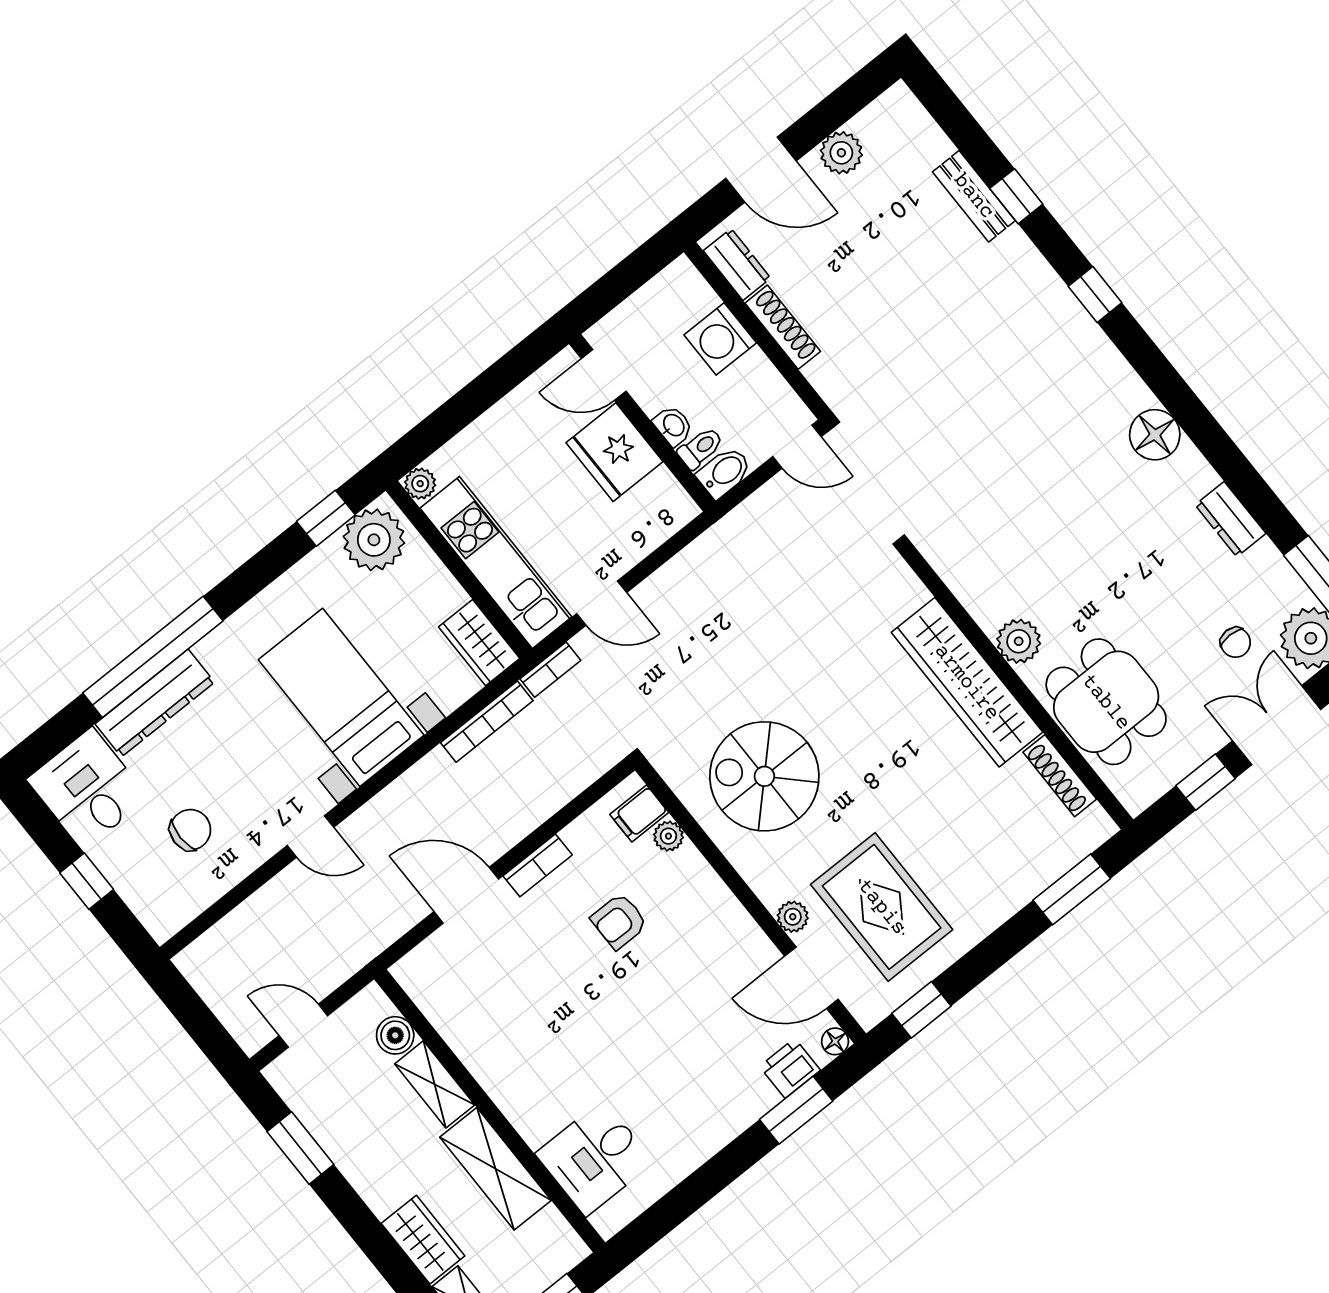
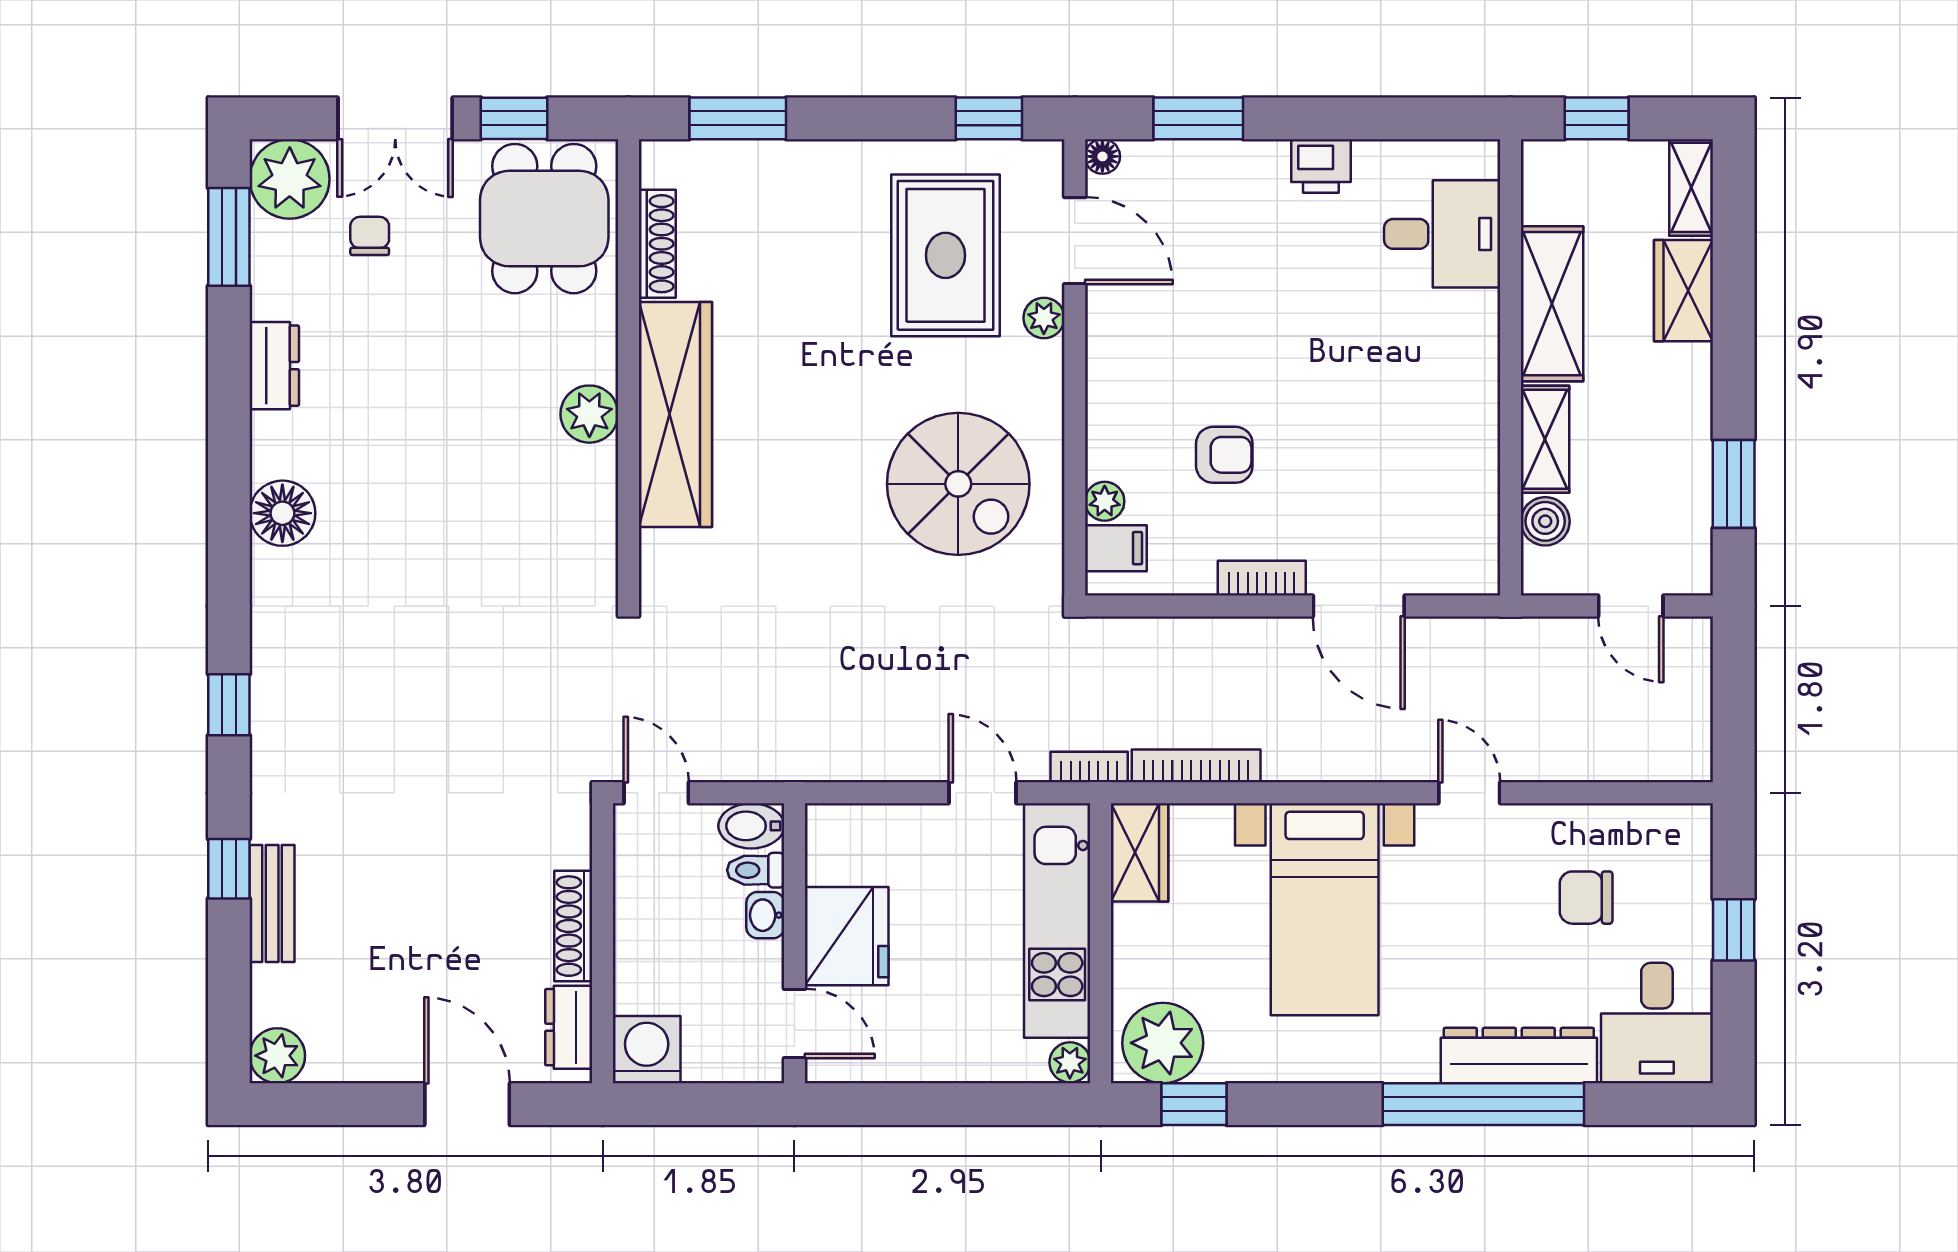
plant: (841, 153) -> (277, 1056), moved
washing machine: (720, 339) -> (647, 1050), moved, turned -90
dining table: (1106, 702) -> (544, 219), moved
printer: (790, 1068) -> (1321, 166), moved

